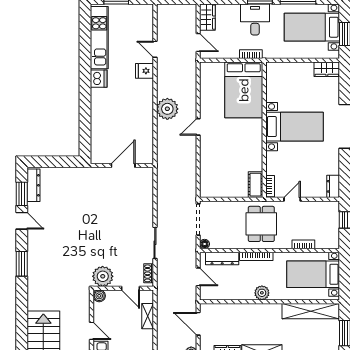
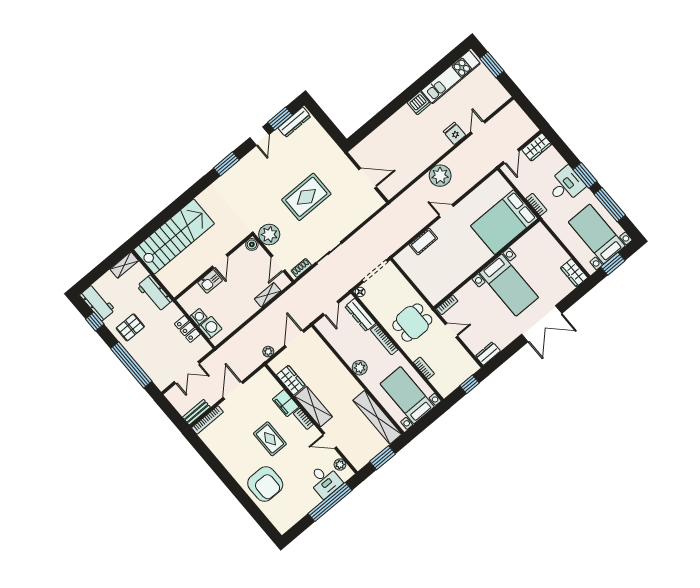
cot: (256, 185) -> (423, 242), moved
rug: (98, 224) -> (306, 197), added

